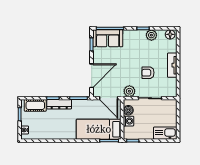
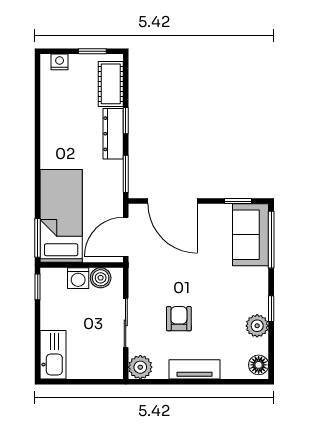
plant: (129, 91) -> (140, 367), moved

